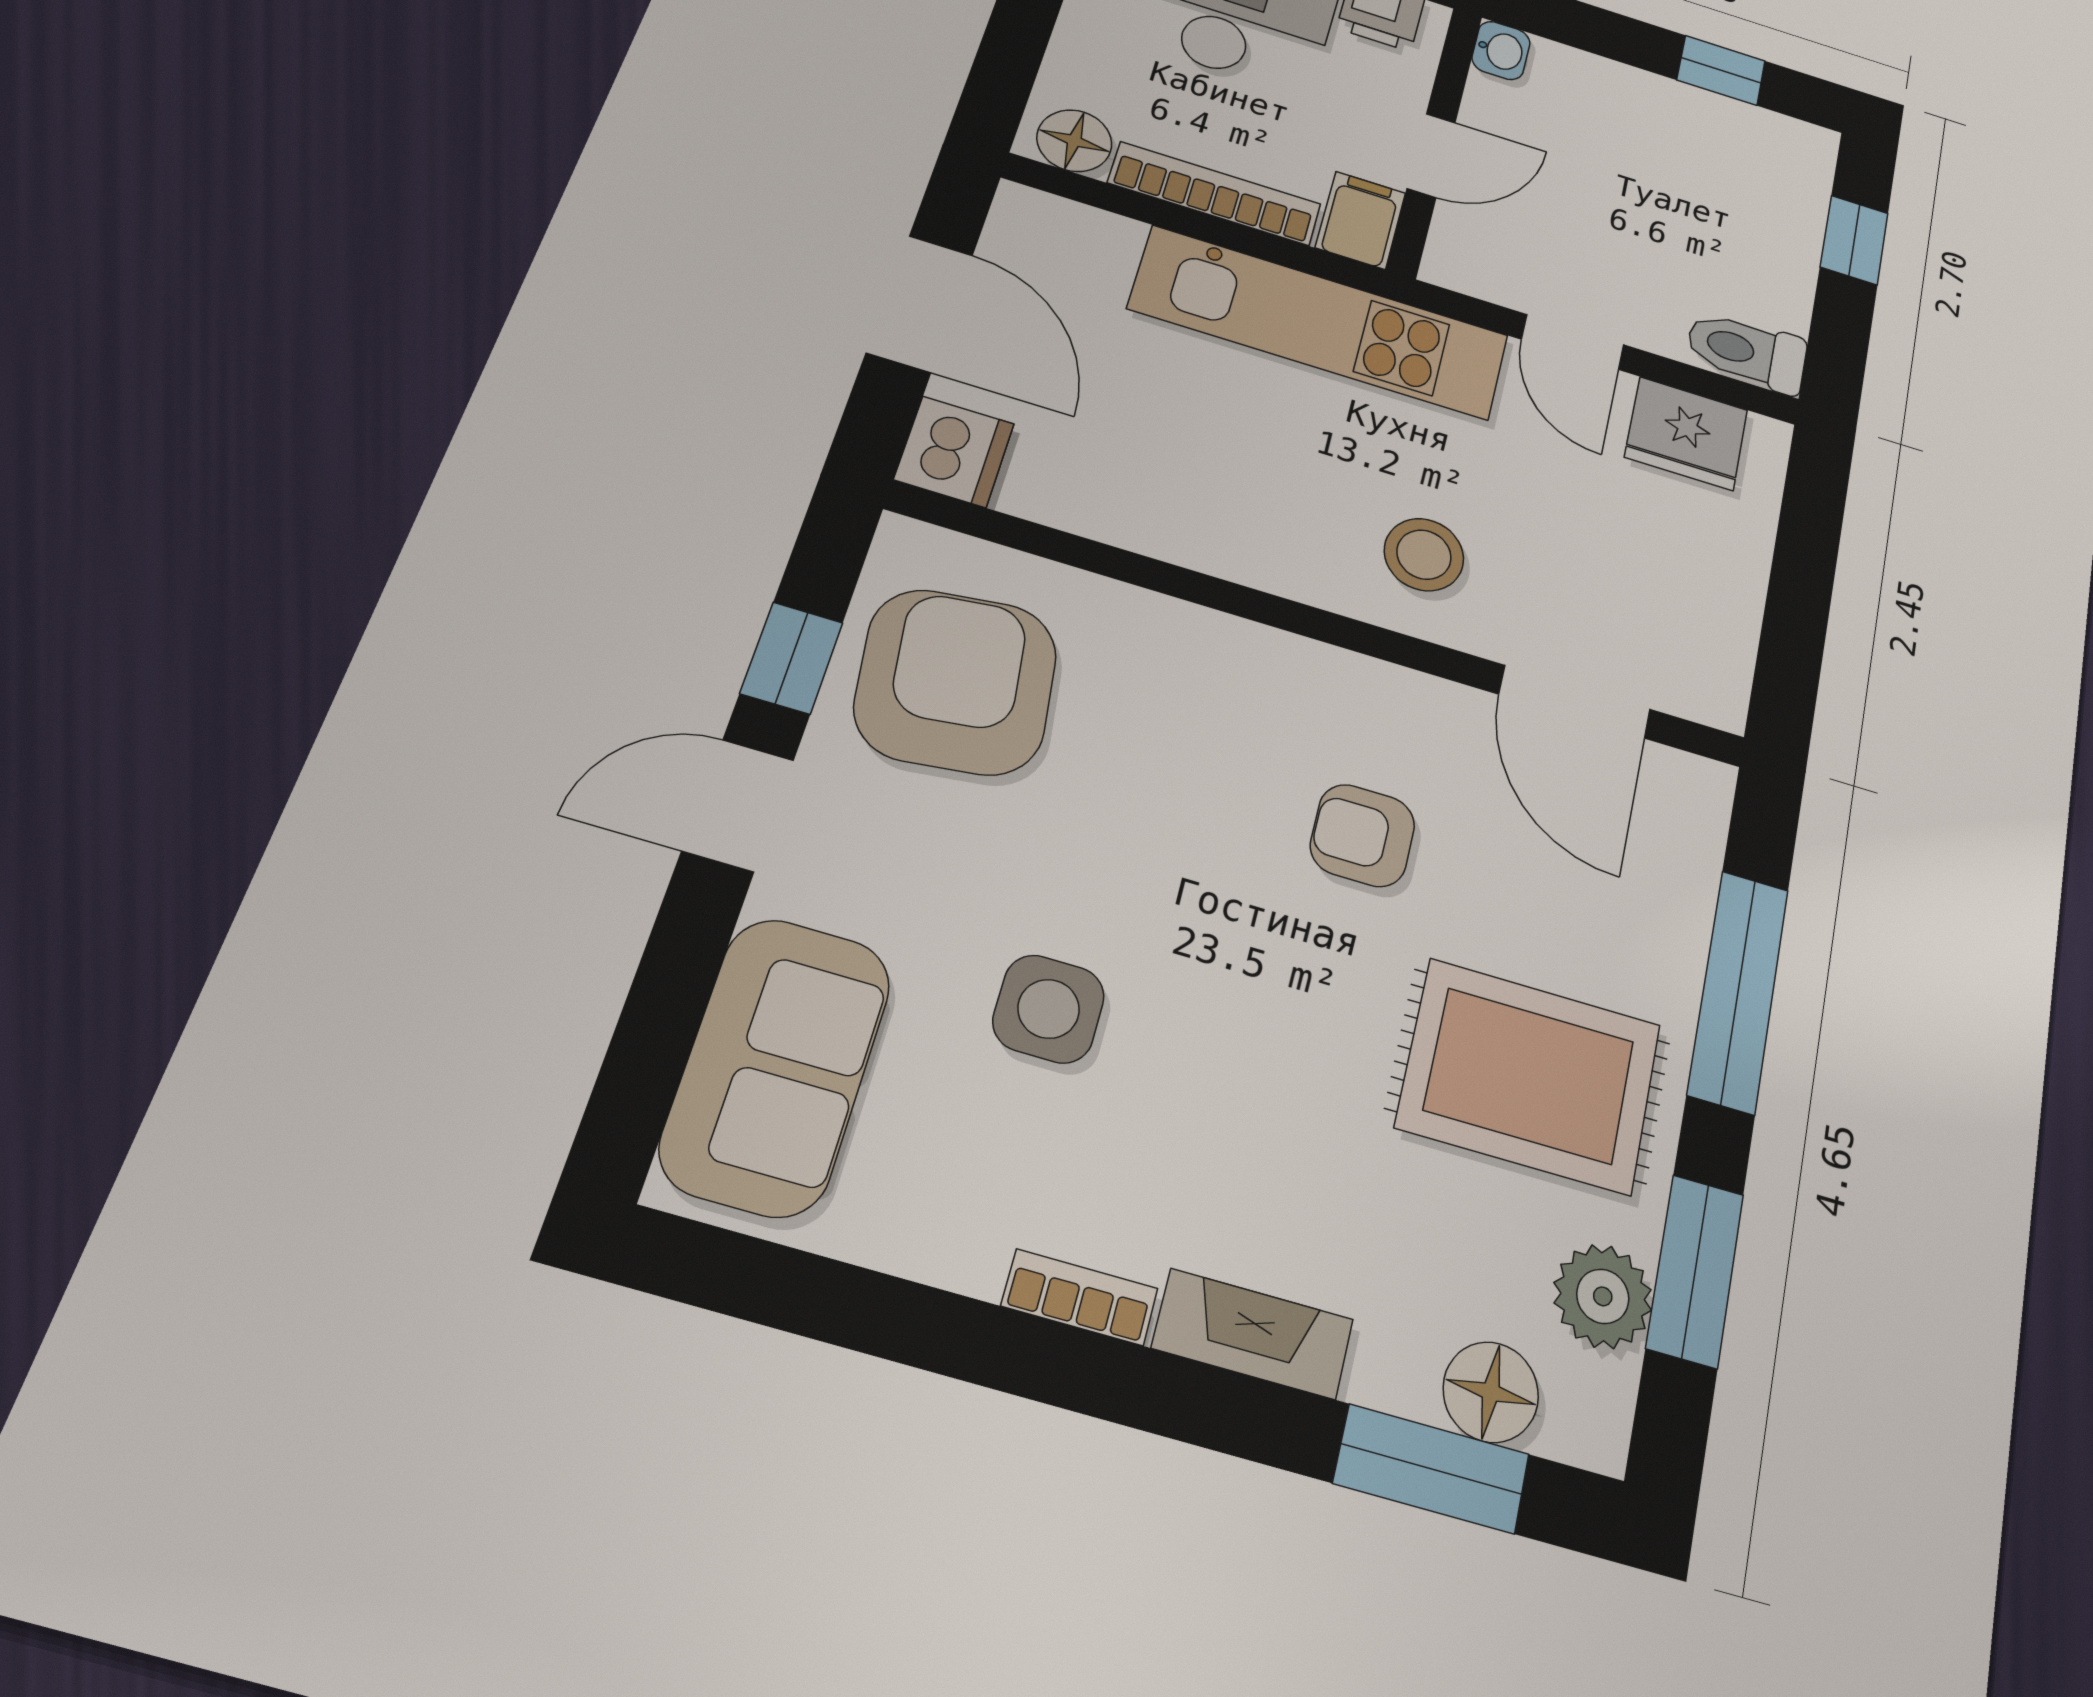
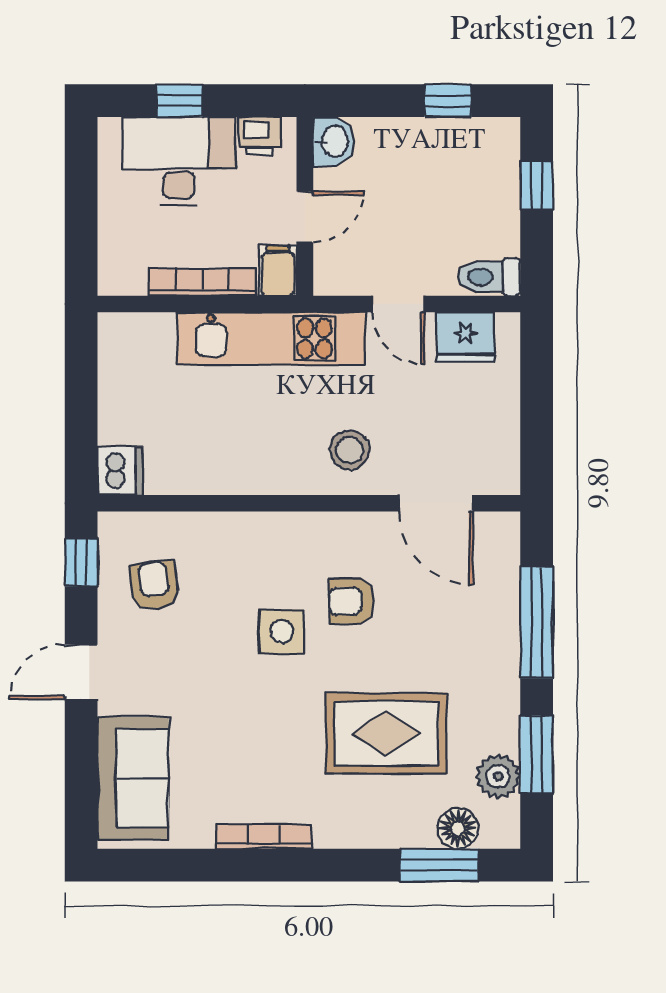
washbasin: (1501, 50) -> (334, 142), width x1.38, depth x1.45
floor lamp: (1074, 141) -> (126, 277), removed
door: (920, 304) -> (81, 397), removed
window: (792, 658) -> (81, 562), moved
armchair: (956, 682) -> (154, 585), width x0.53, depth x0.53
side table: (1049, 1009) -> (282, 631), moved
rug: (1529, 1076) -> (386, 733), moved
bookcase: (1080, 1297) -> (264, 837), width x1.56
fireplace: (1253, 1334) -> (355, 832), removed

